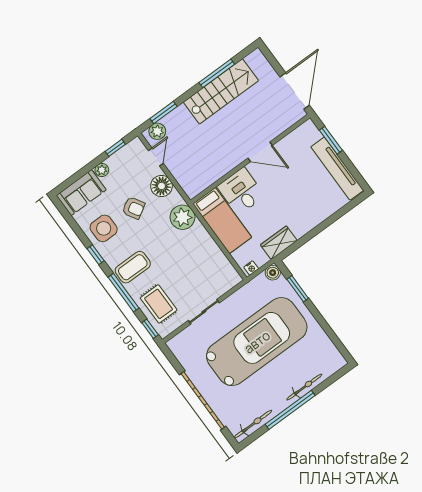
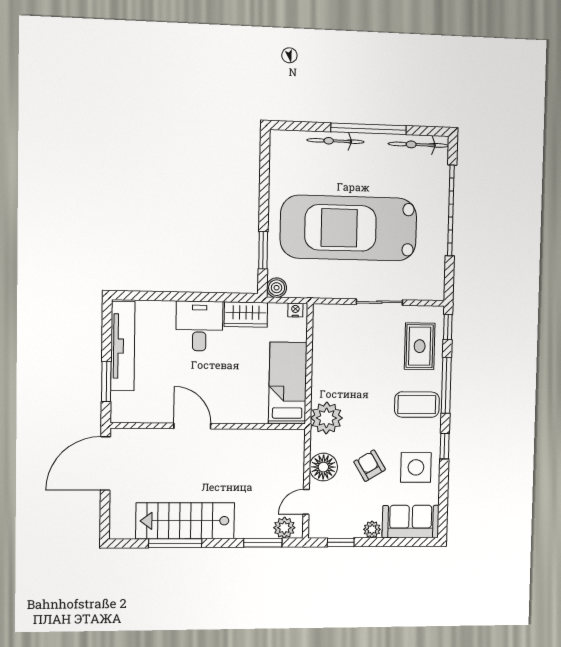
desk: (241, 191) -> (199, 326), moved, turned 180

